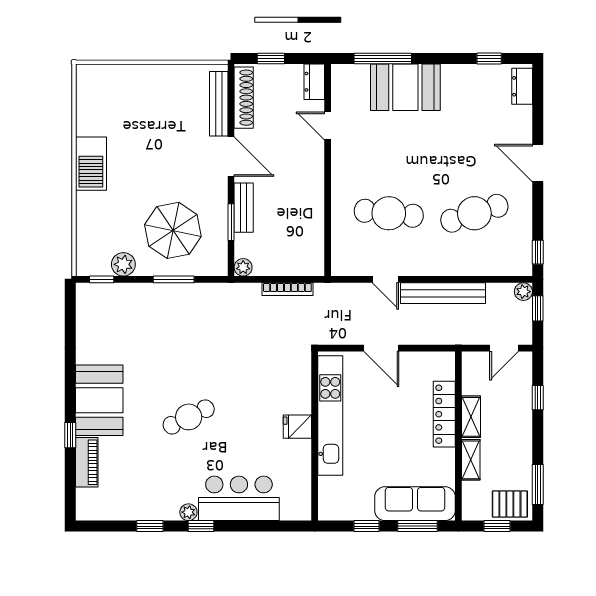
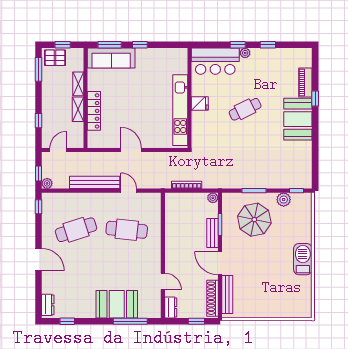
kitchen unit: (330, 415) -> (180, 110), moved
fridge: (297, 427) -> (200, 103), moved
wall: (315, 436) -> (190, 98), moved

